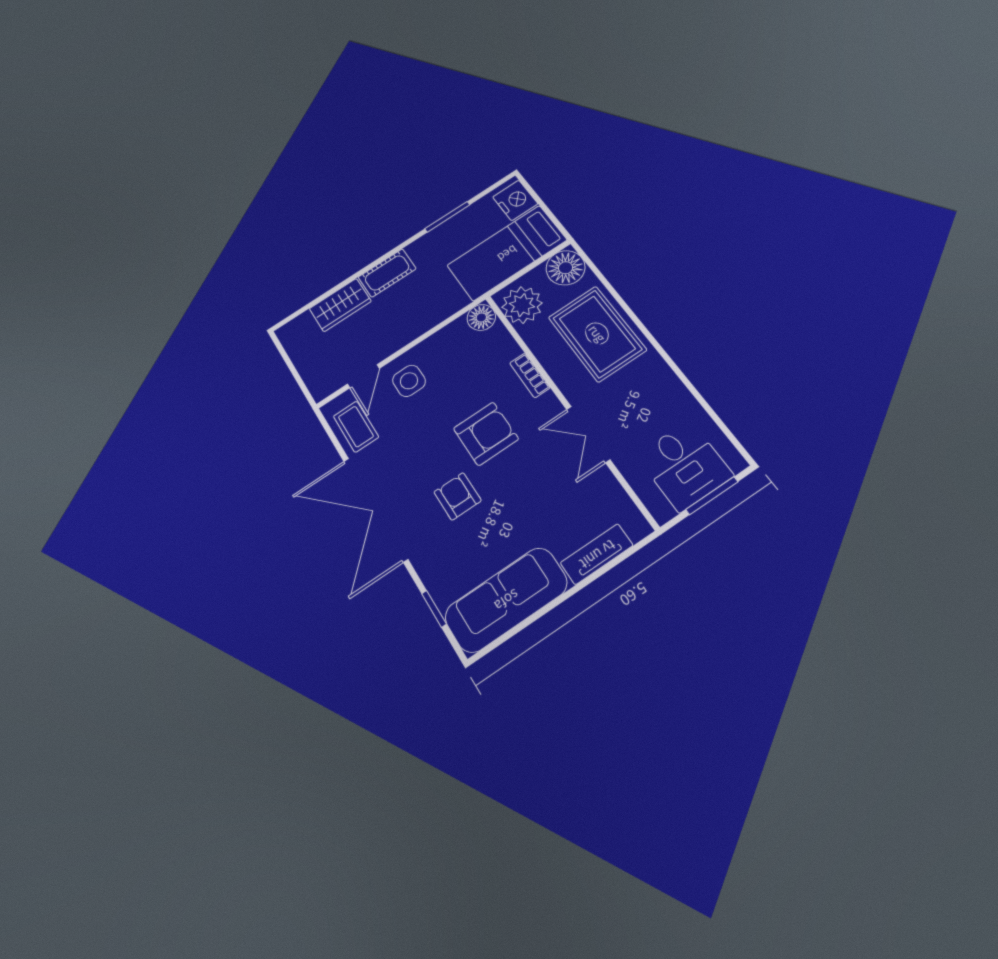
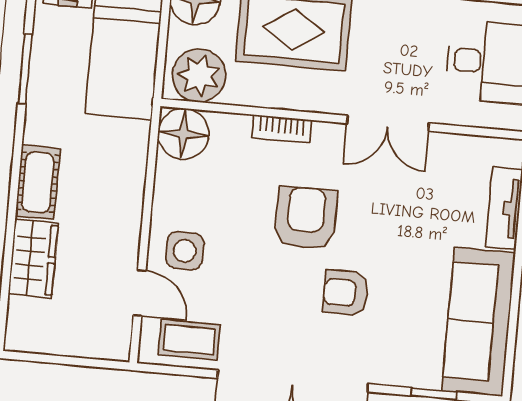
floor lamp: (481, 317) -> (183, 134), width x1.38, depth x1.38

